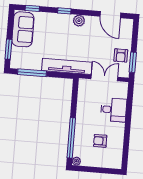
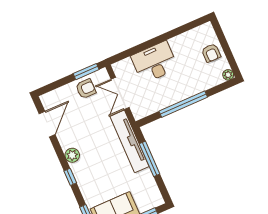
window: (32, 73) -> (150, 159), moved
desk: (114, 110) -> (155, 62), width x1.37
window: (71, 138) -> (183, 104), moved
armchair: (100, 141) -> (211, 53), moved

